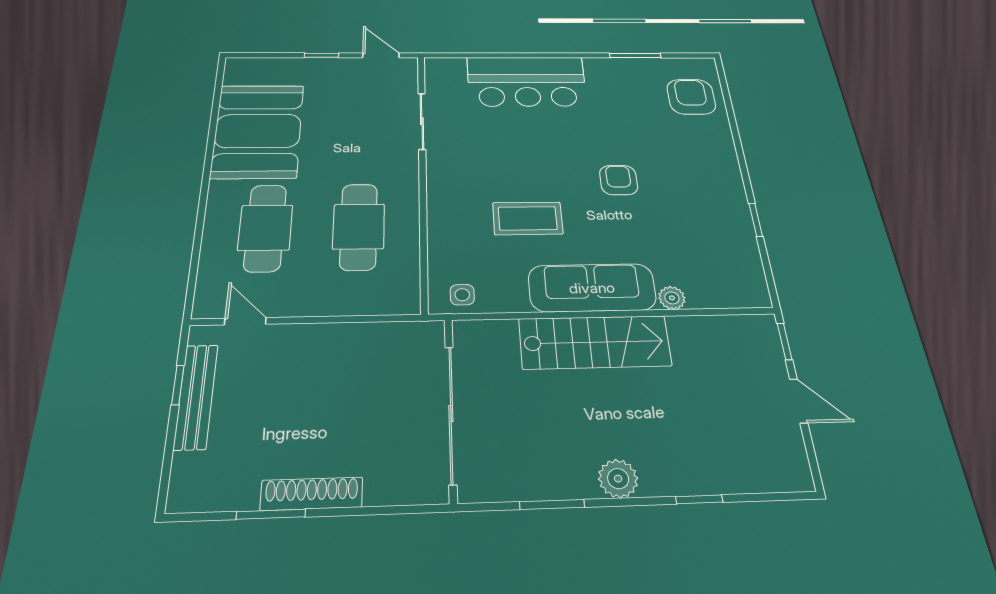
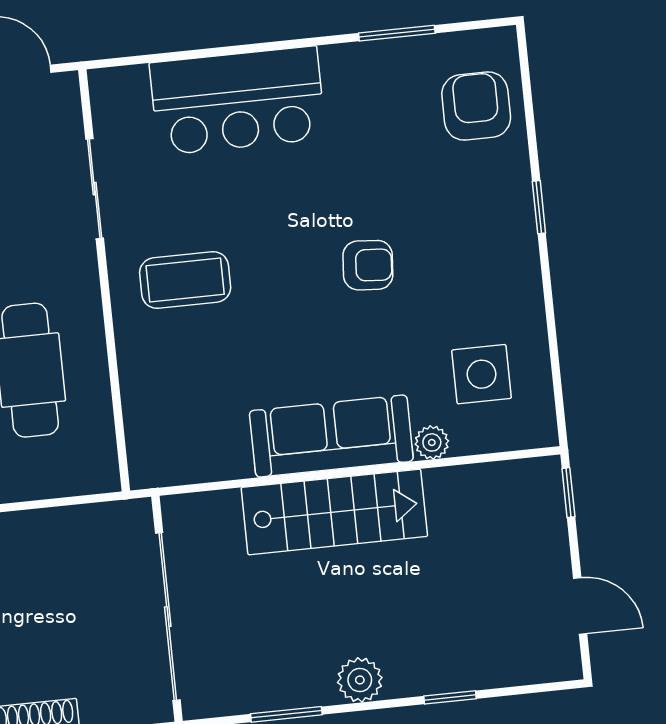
armchair: (619, 180) -> (368, 265), turned 94
coffee table: (528, 218) -> (185, 280), moved
window: (756, 220) -> (539, 207), moved
side table: (462, 295) -> (482, 374), moved, width x1.87, depth x1.87
door: (799, 401) -> (580, 606), moved

